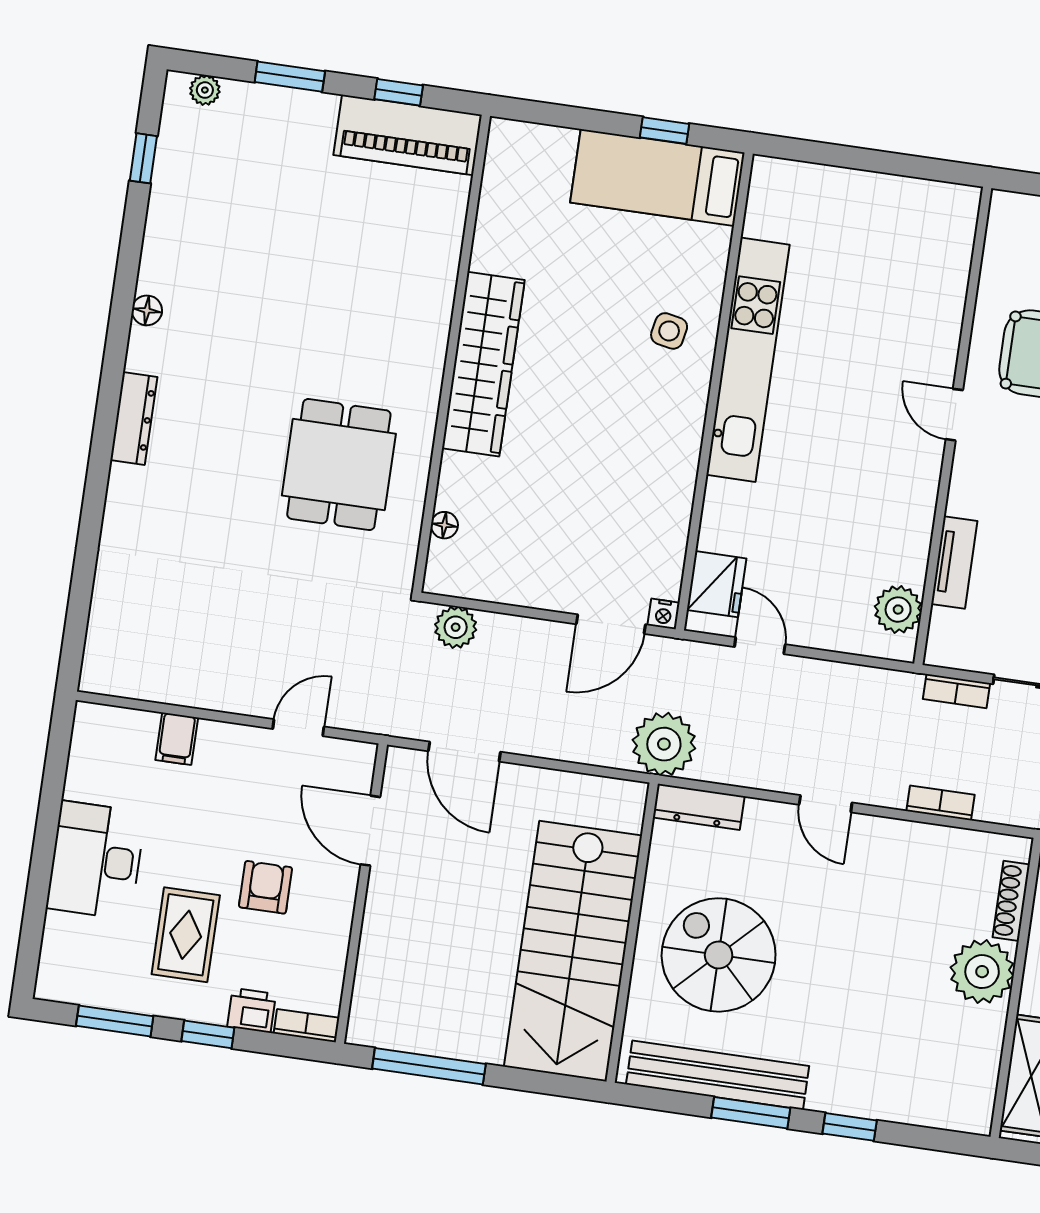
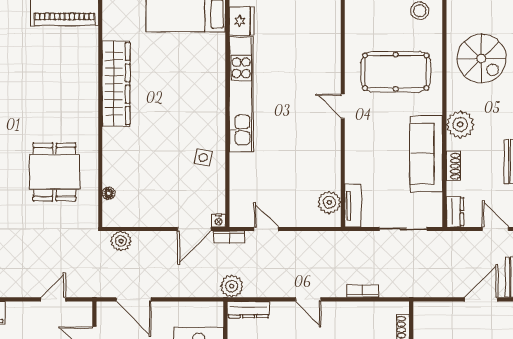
side table: (669, 331) -> (203, 158), moved
wardrobe: (483, 364) -> (116, 84), moved
tv unit: (954, 563) -> (353, 206), moved
fridge: (717, 584) -> (242, 21), moved
bookcase: (957, 691) -> (229, 237), moved
plant: (664, 744) -> (232, 286), width x0.73, depth x0.73

